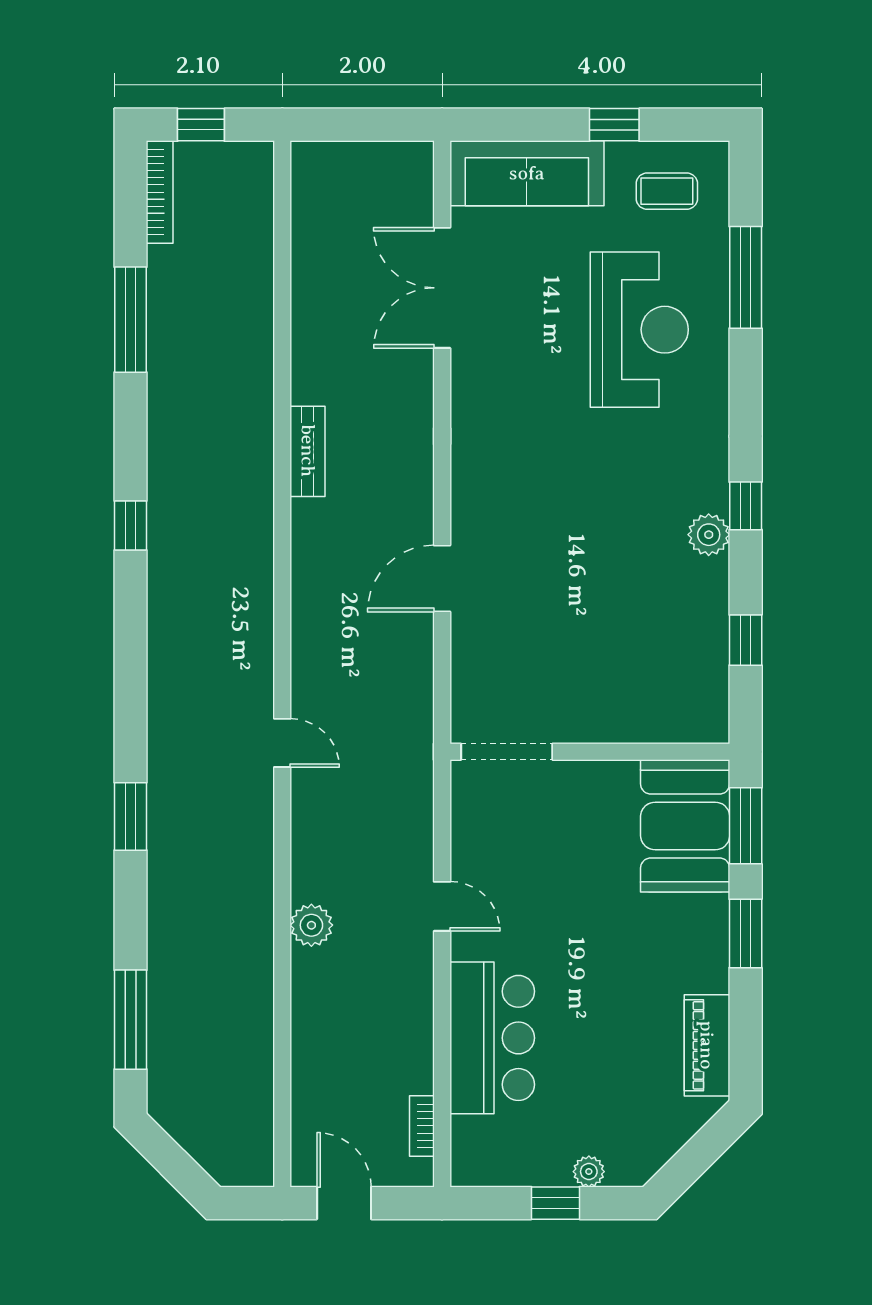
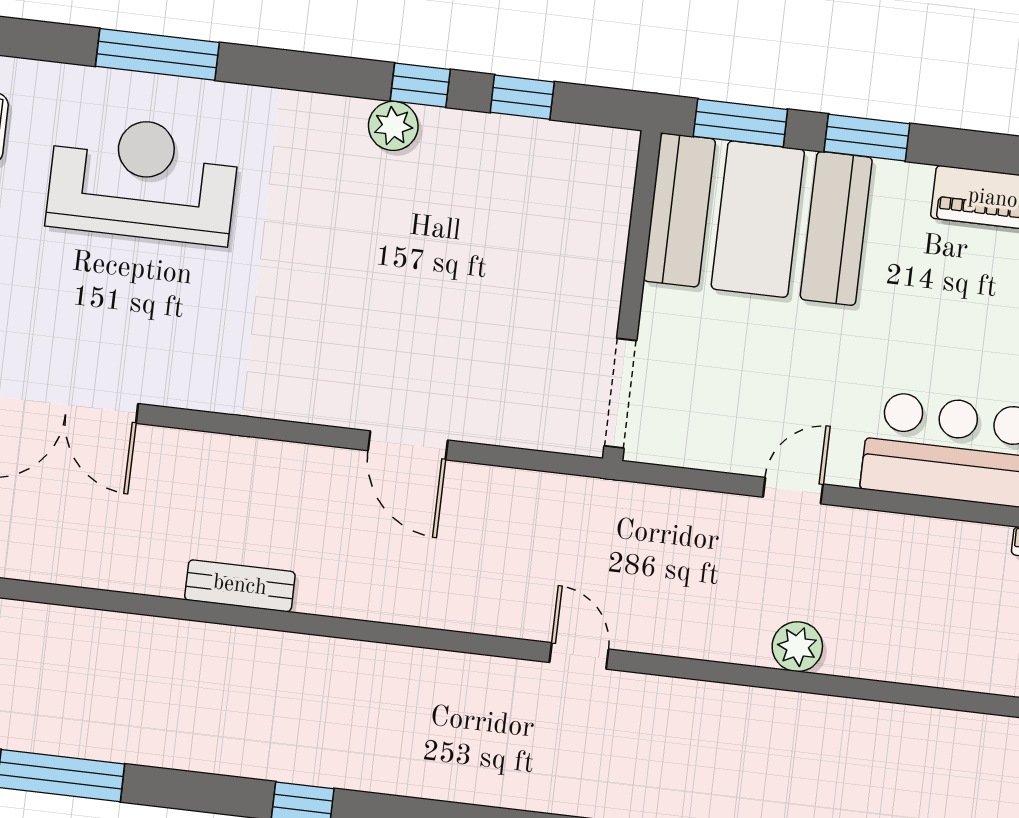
window: (746, 277) -> (157, 54), moved
window: (746, 506) -> (420, 85), moved
door: (282, 743) -> (579, 656), hinge flipped
booth: (685, 826) -> (758, 219), width x1.36, depth x1.42

